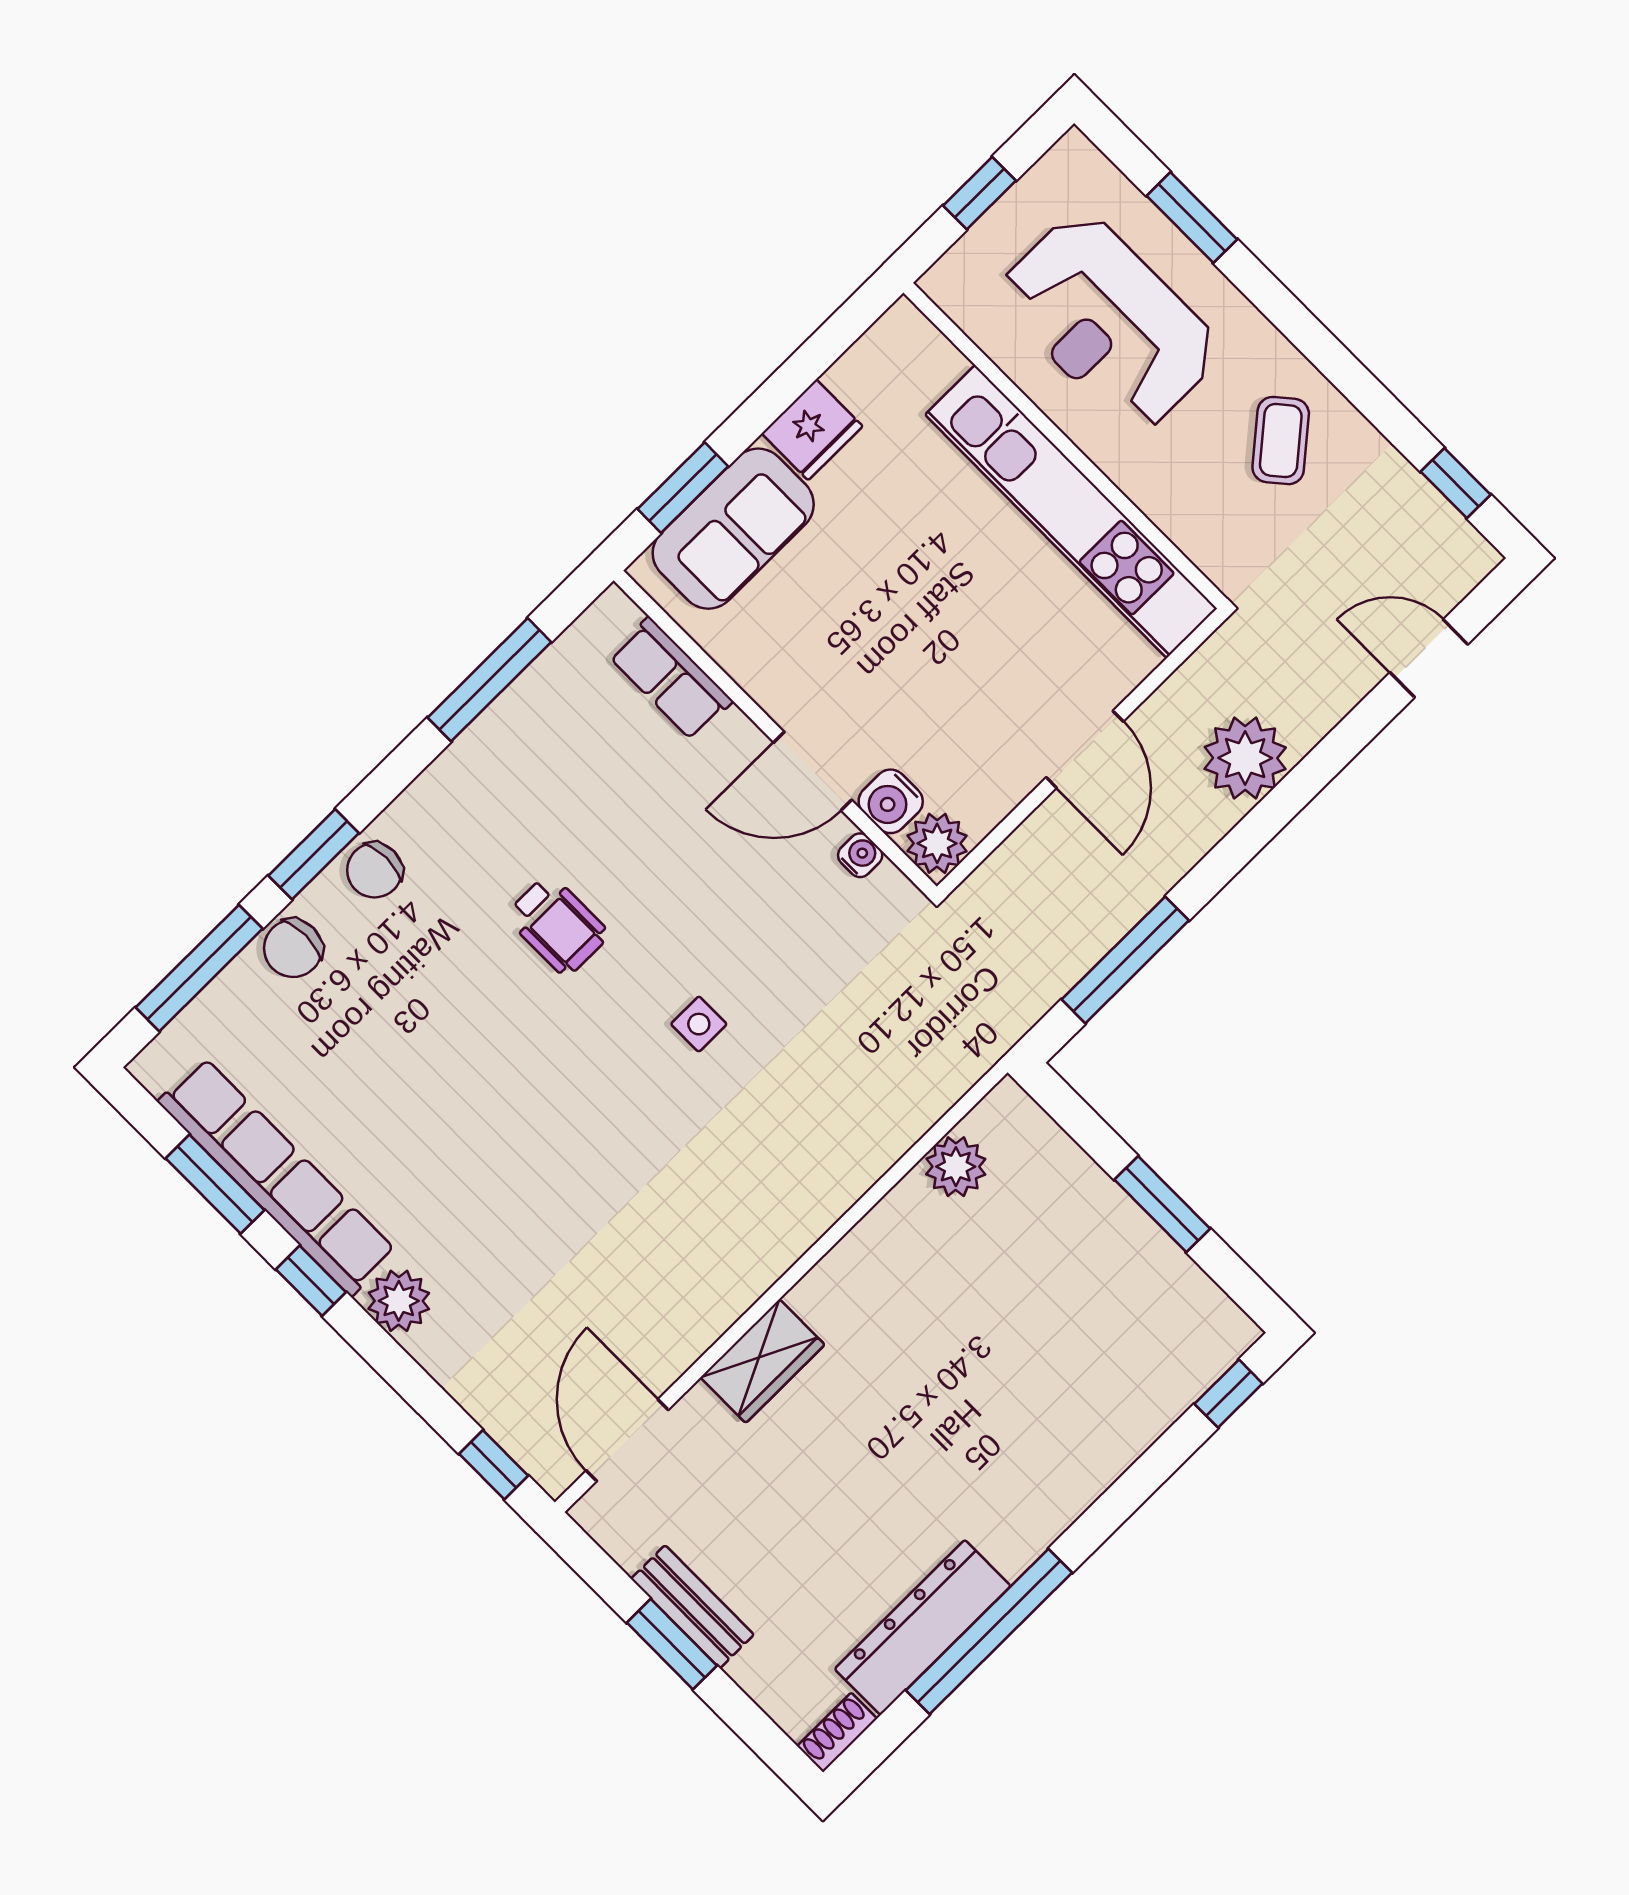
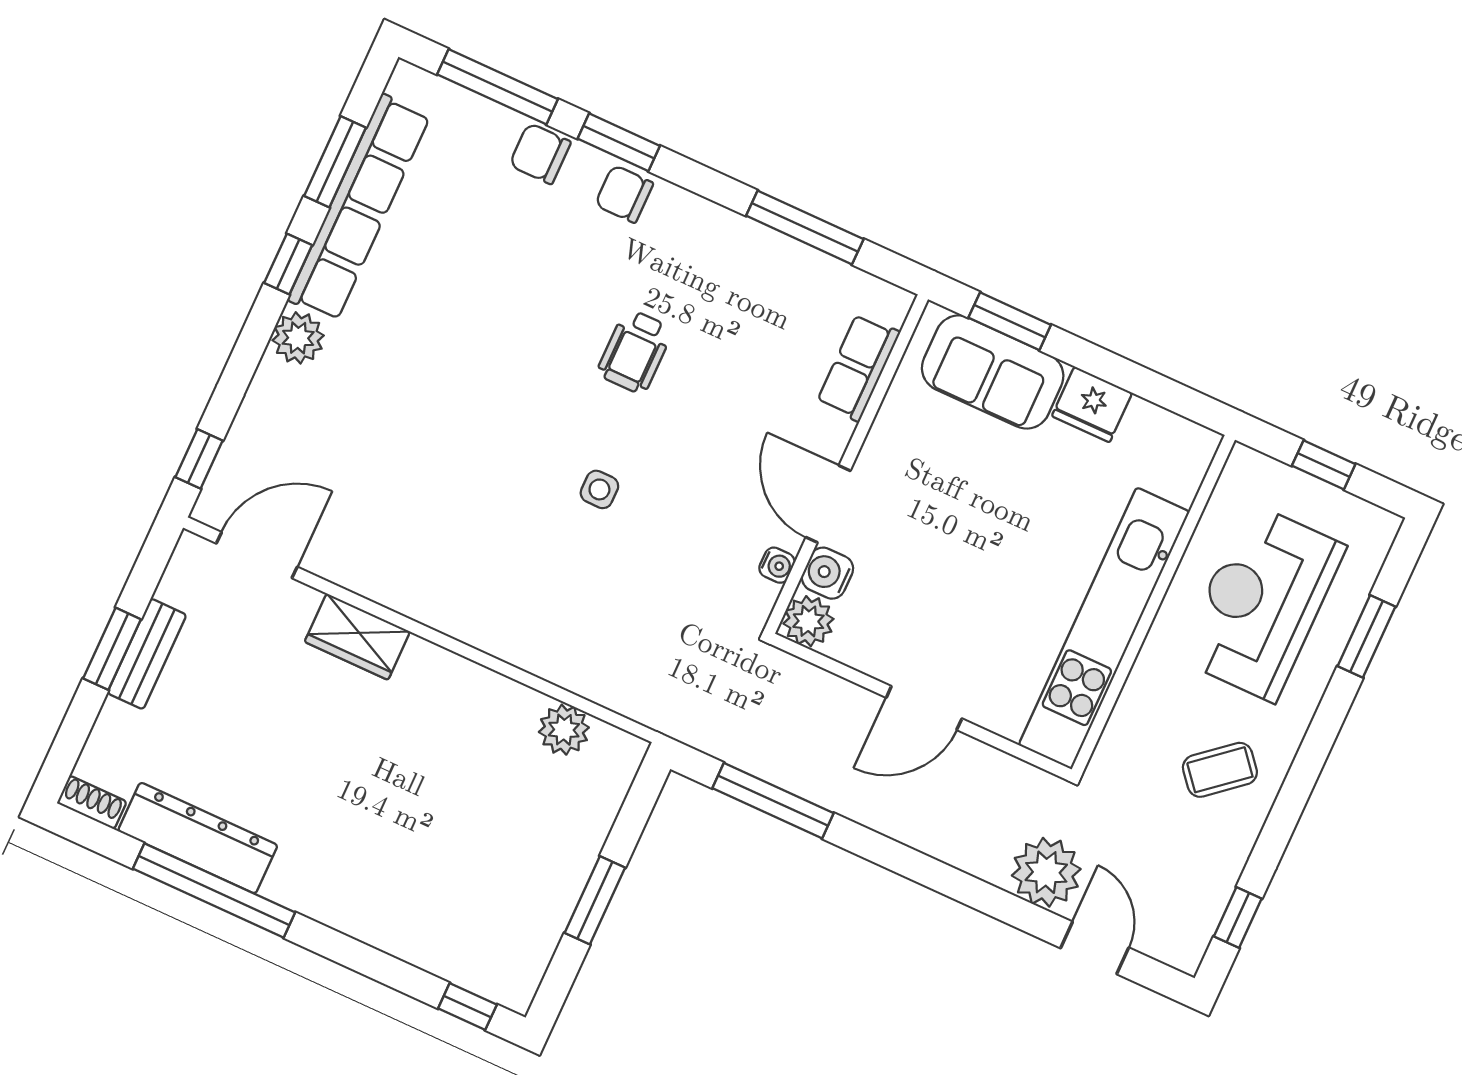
plant: (1245, 758) -> (1046, 872), moved

